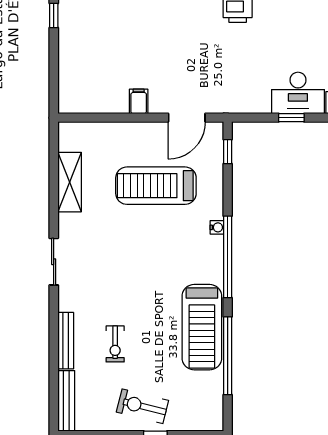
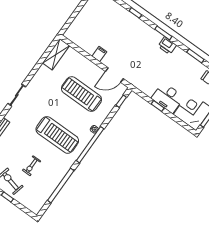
shelving: (70, 182) -> (56, 54), moved
treadmill: (202, 327) -> (57, 135), moved, turned -90
exercise bike: (115, 344) -> (32, 166), moved

